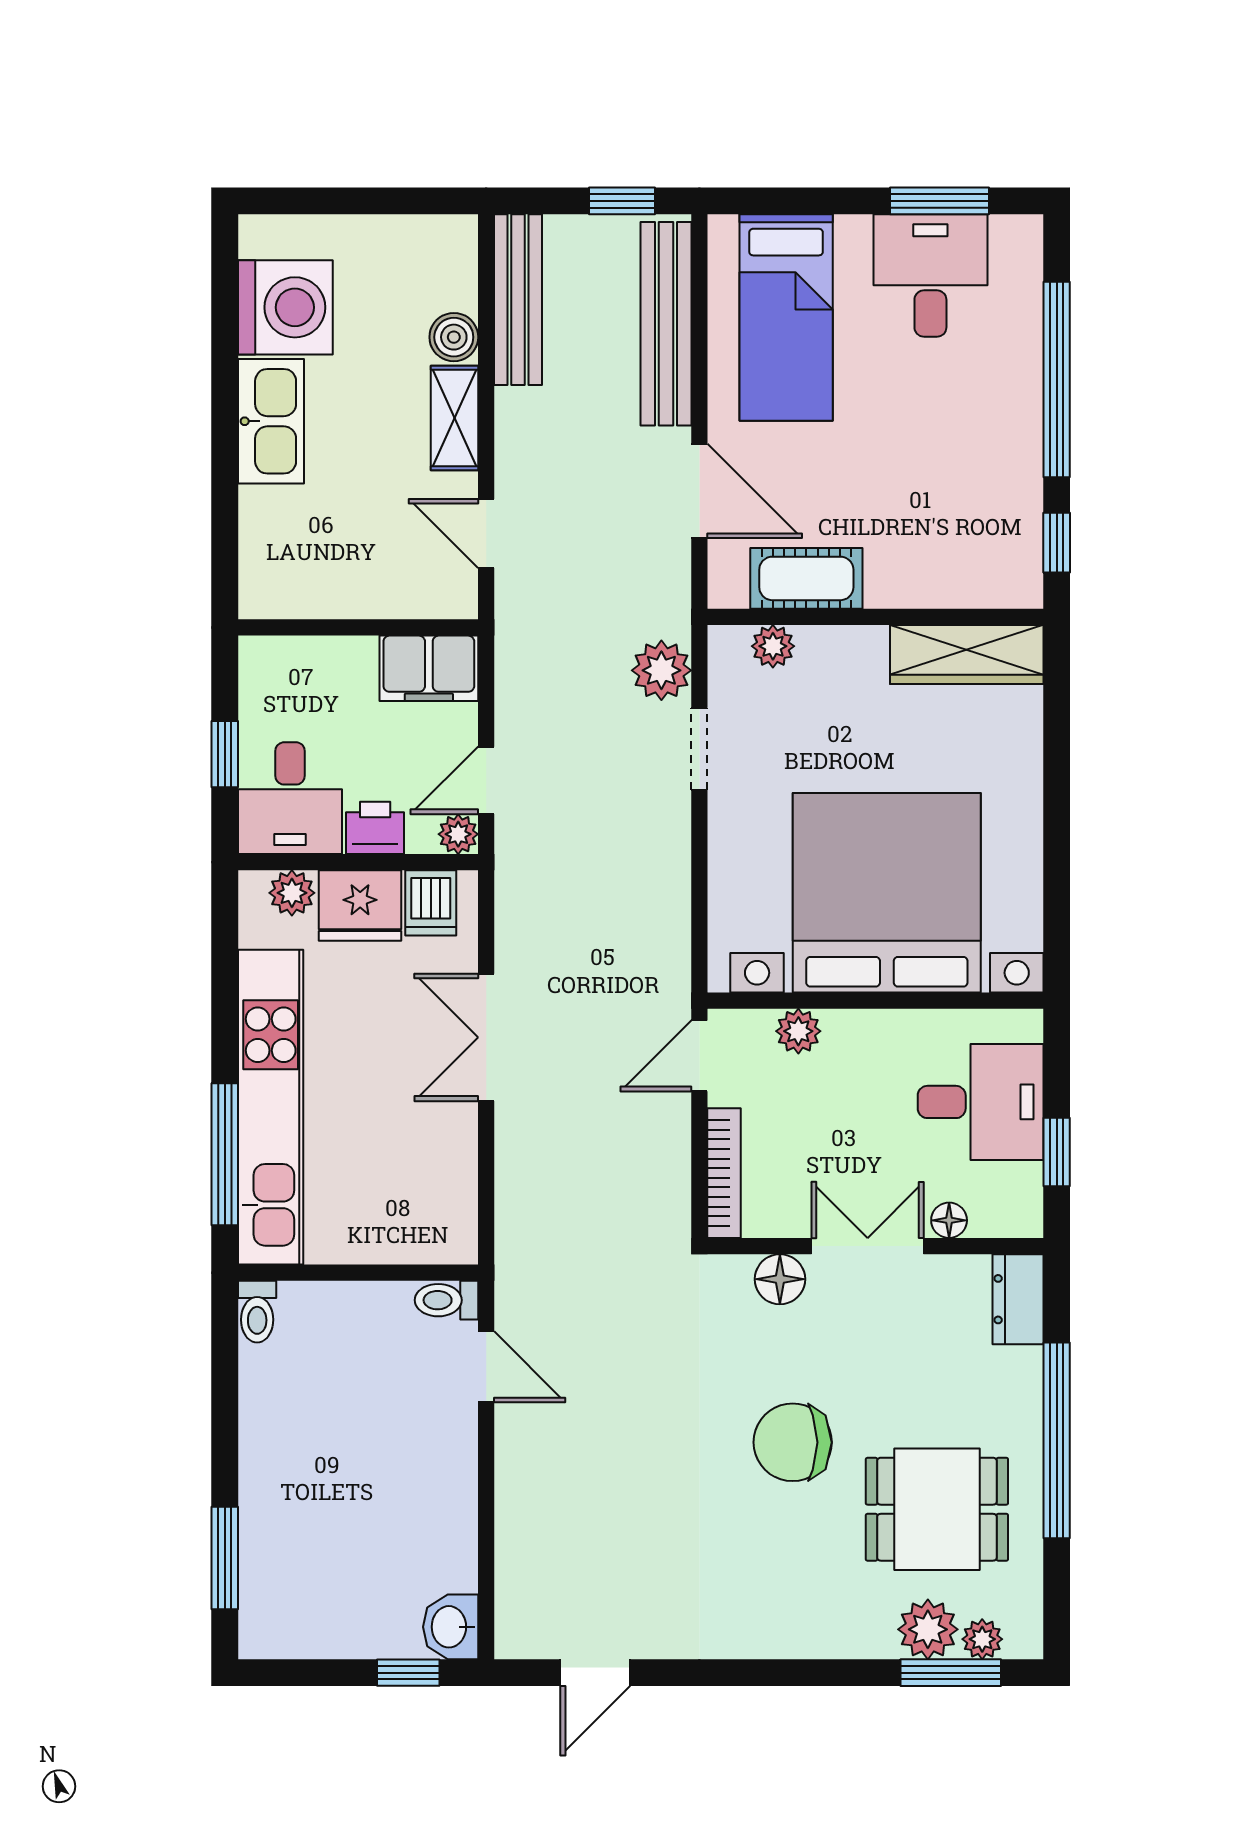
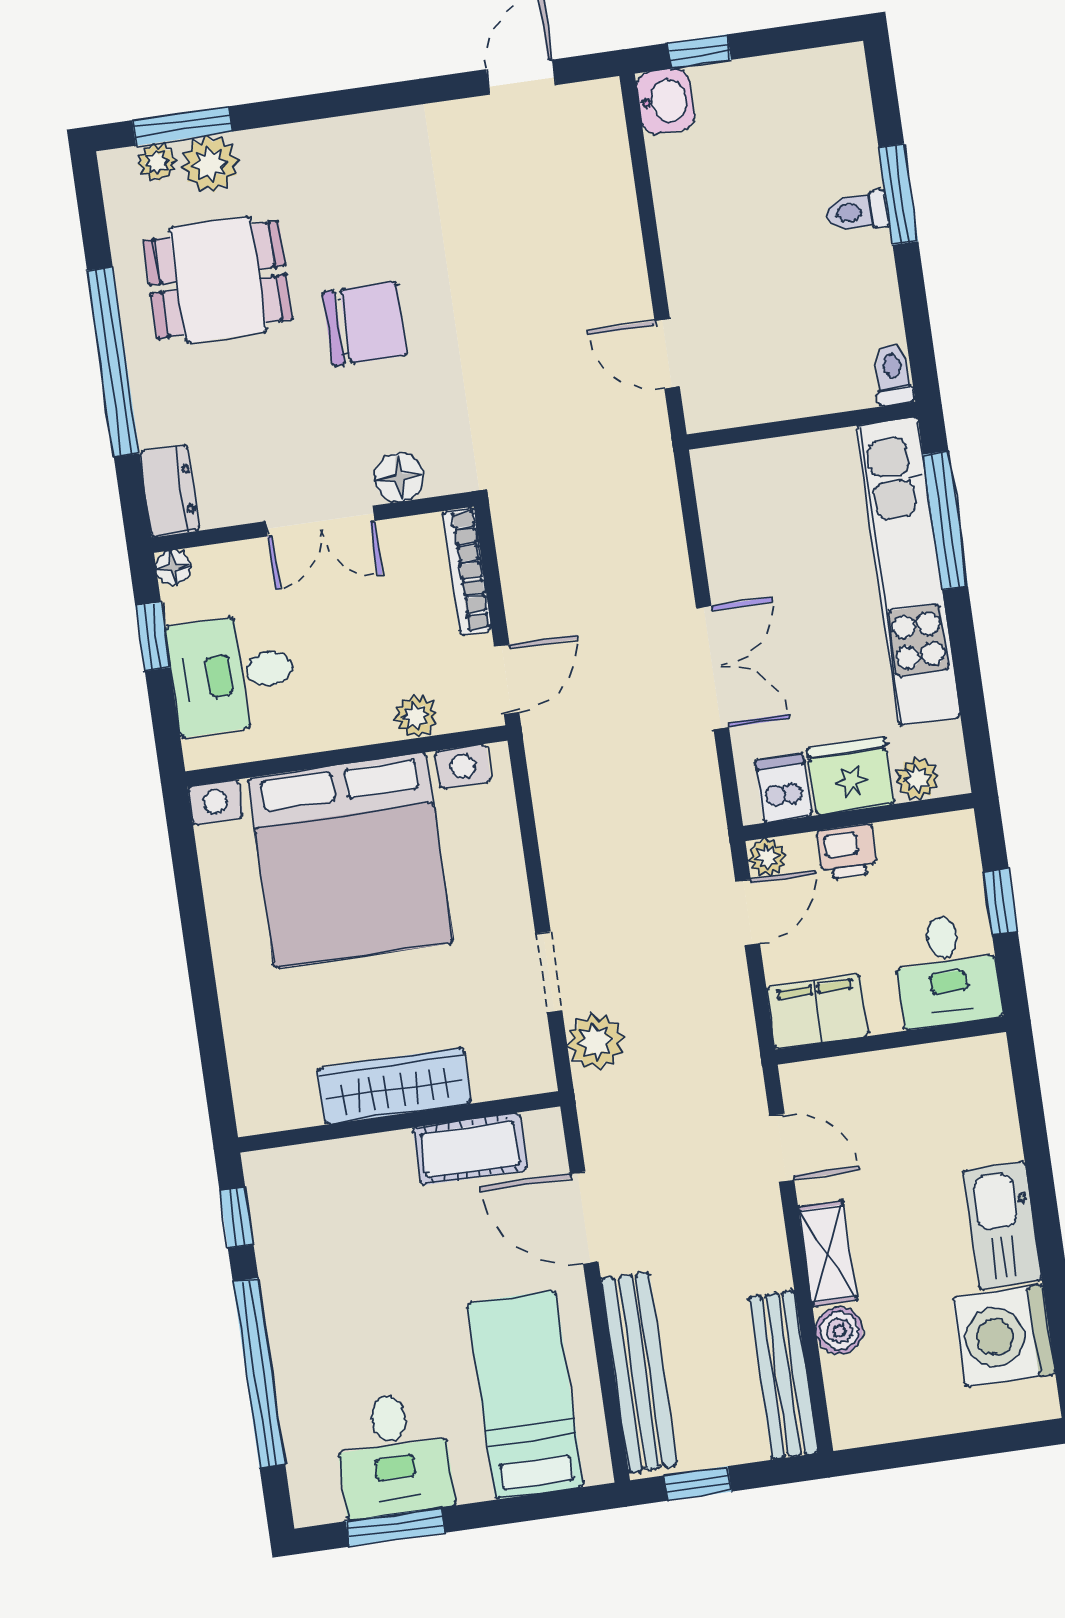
plant: (773, 646) -> (493, 1080), removed
wardrobe: (967, 654) -> (394, 1086), moved
desk: (290, 798) -> (947, 970), moved, turned 180
floor lamp: (949, 1220) -> (173, 567), moved
toilet: (446, 1300) -> (857, 212), moved, turned 180
window: (225, 1558) -> (898, 194), moved

